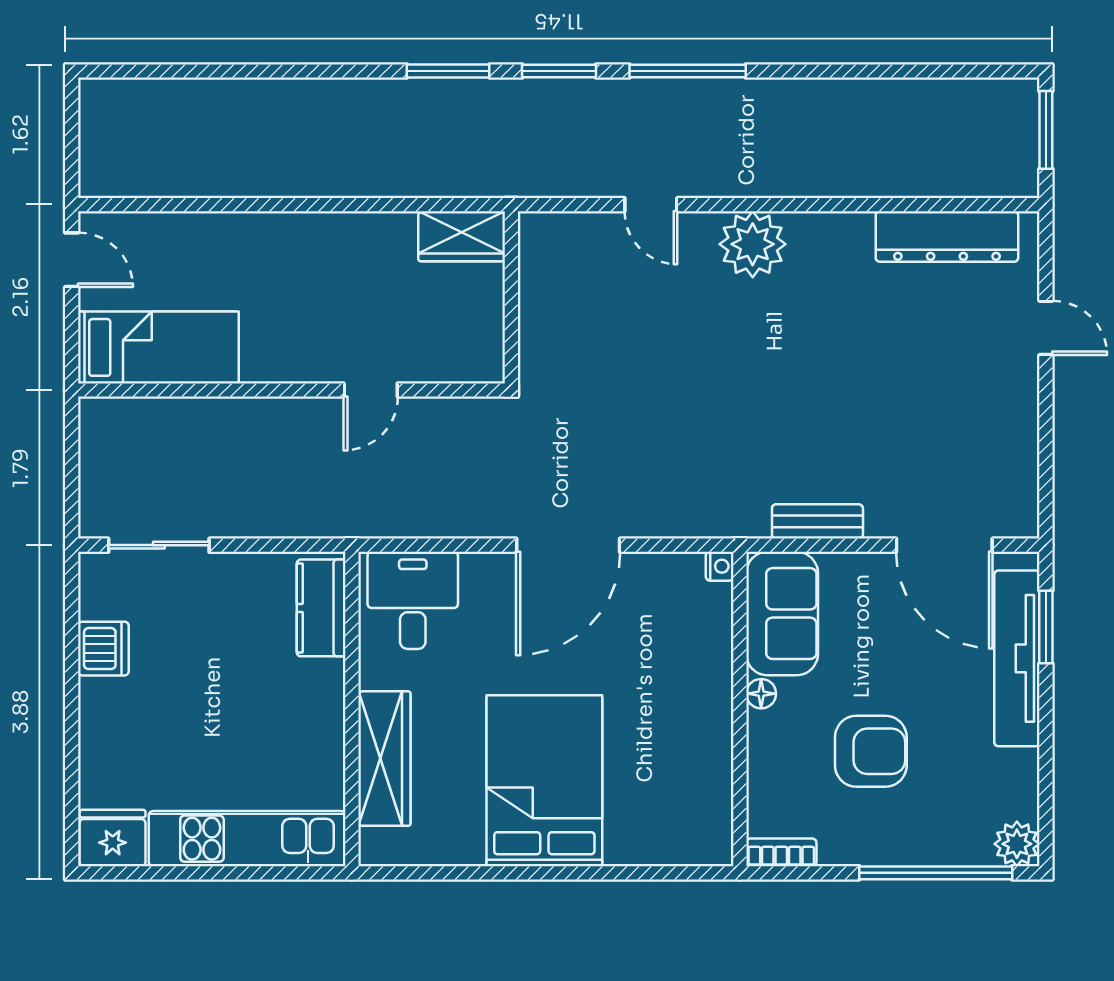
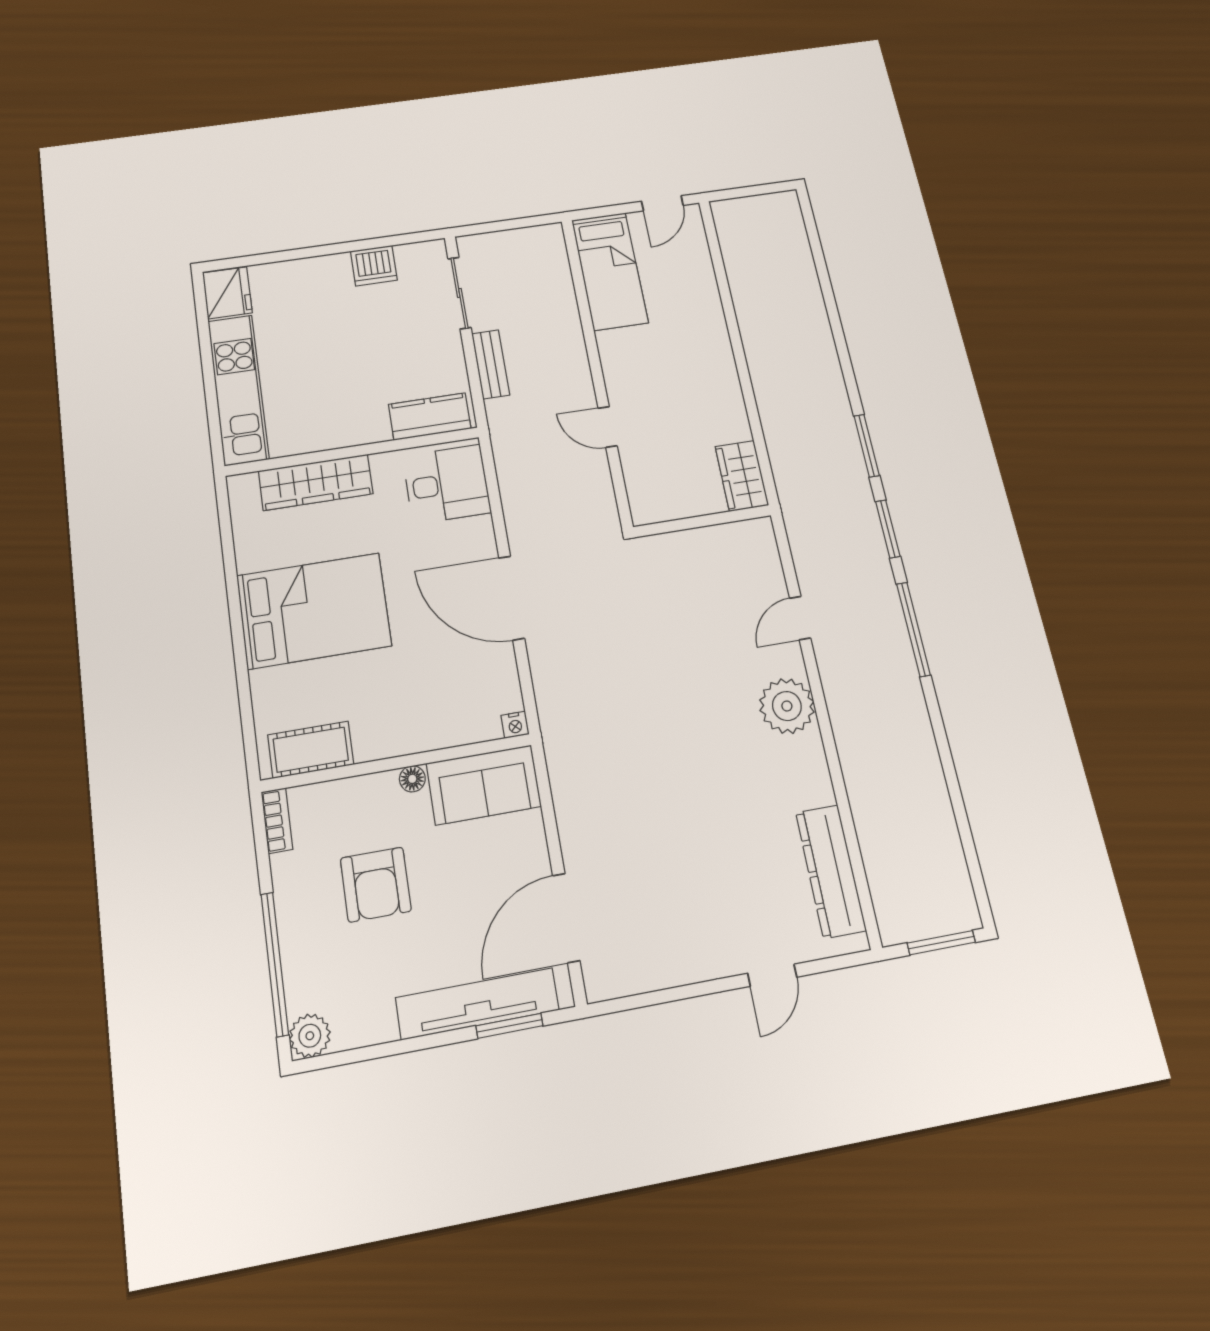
bench: (817, 521) -> (491, 364), moved
cot: (708, 805) -> (311, 750), added

